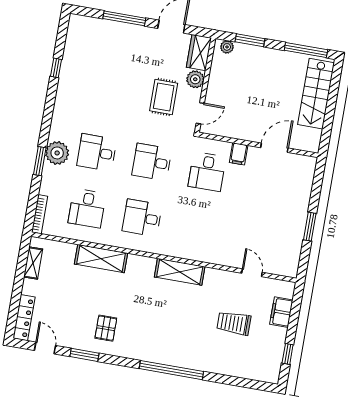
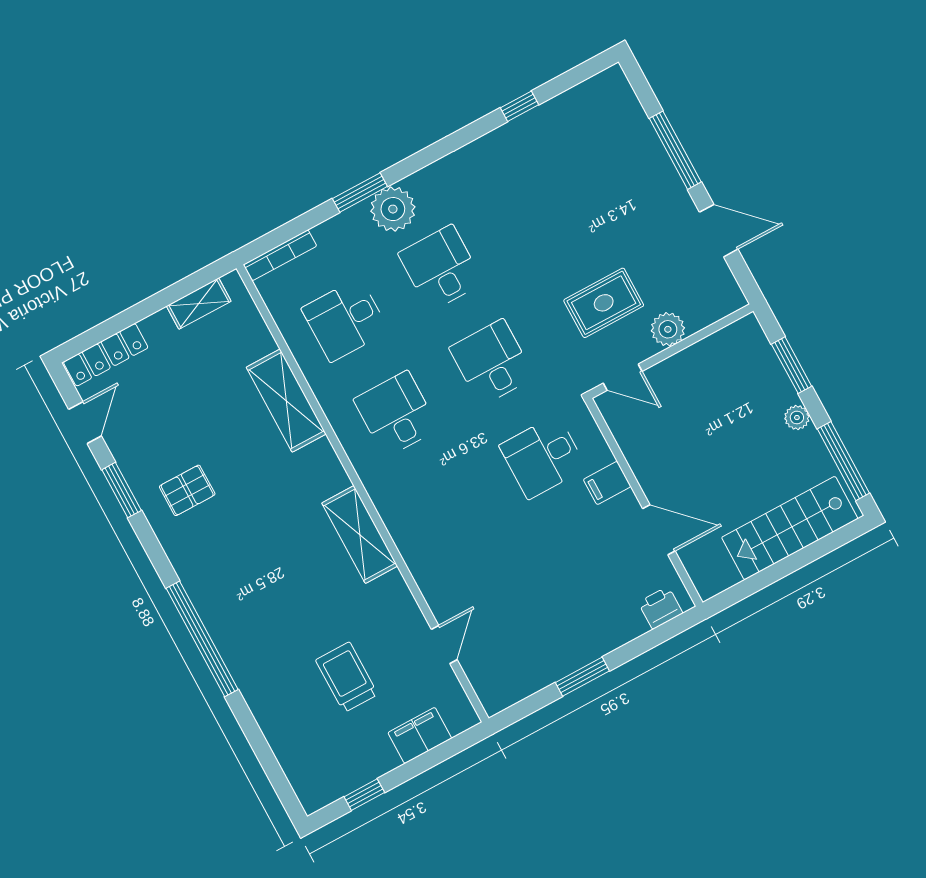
plant: (227, 47) -> (797, 418), moved
wardrobe: (199, 53) -> (713, 303), removed
printer: (307, 172) -> (660, 608), added

